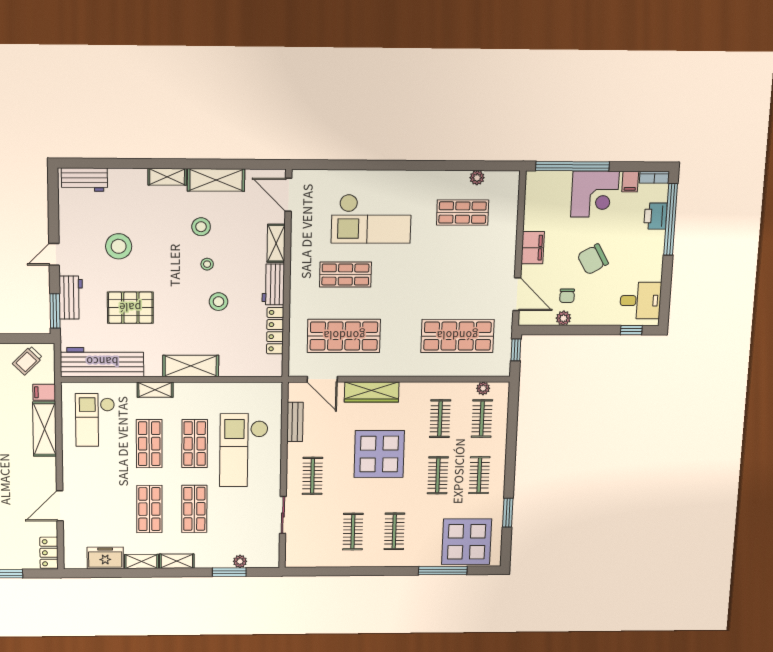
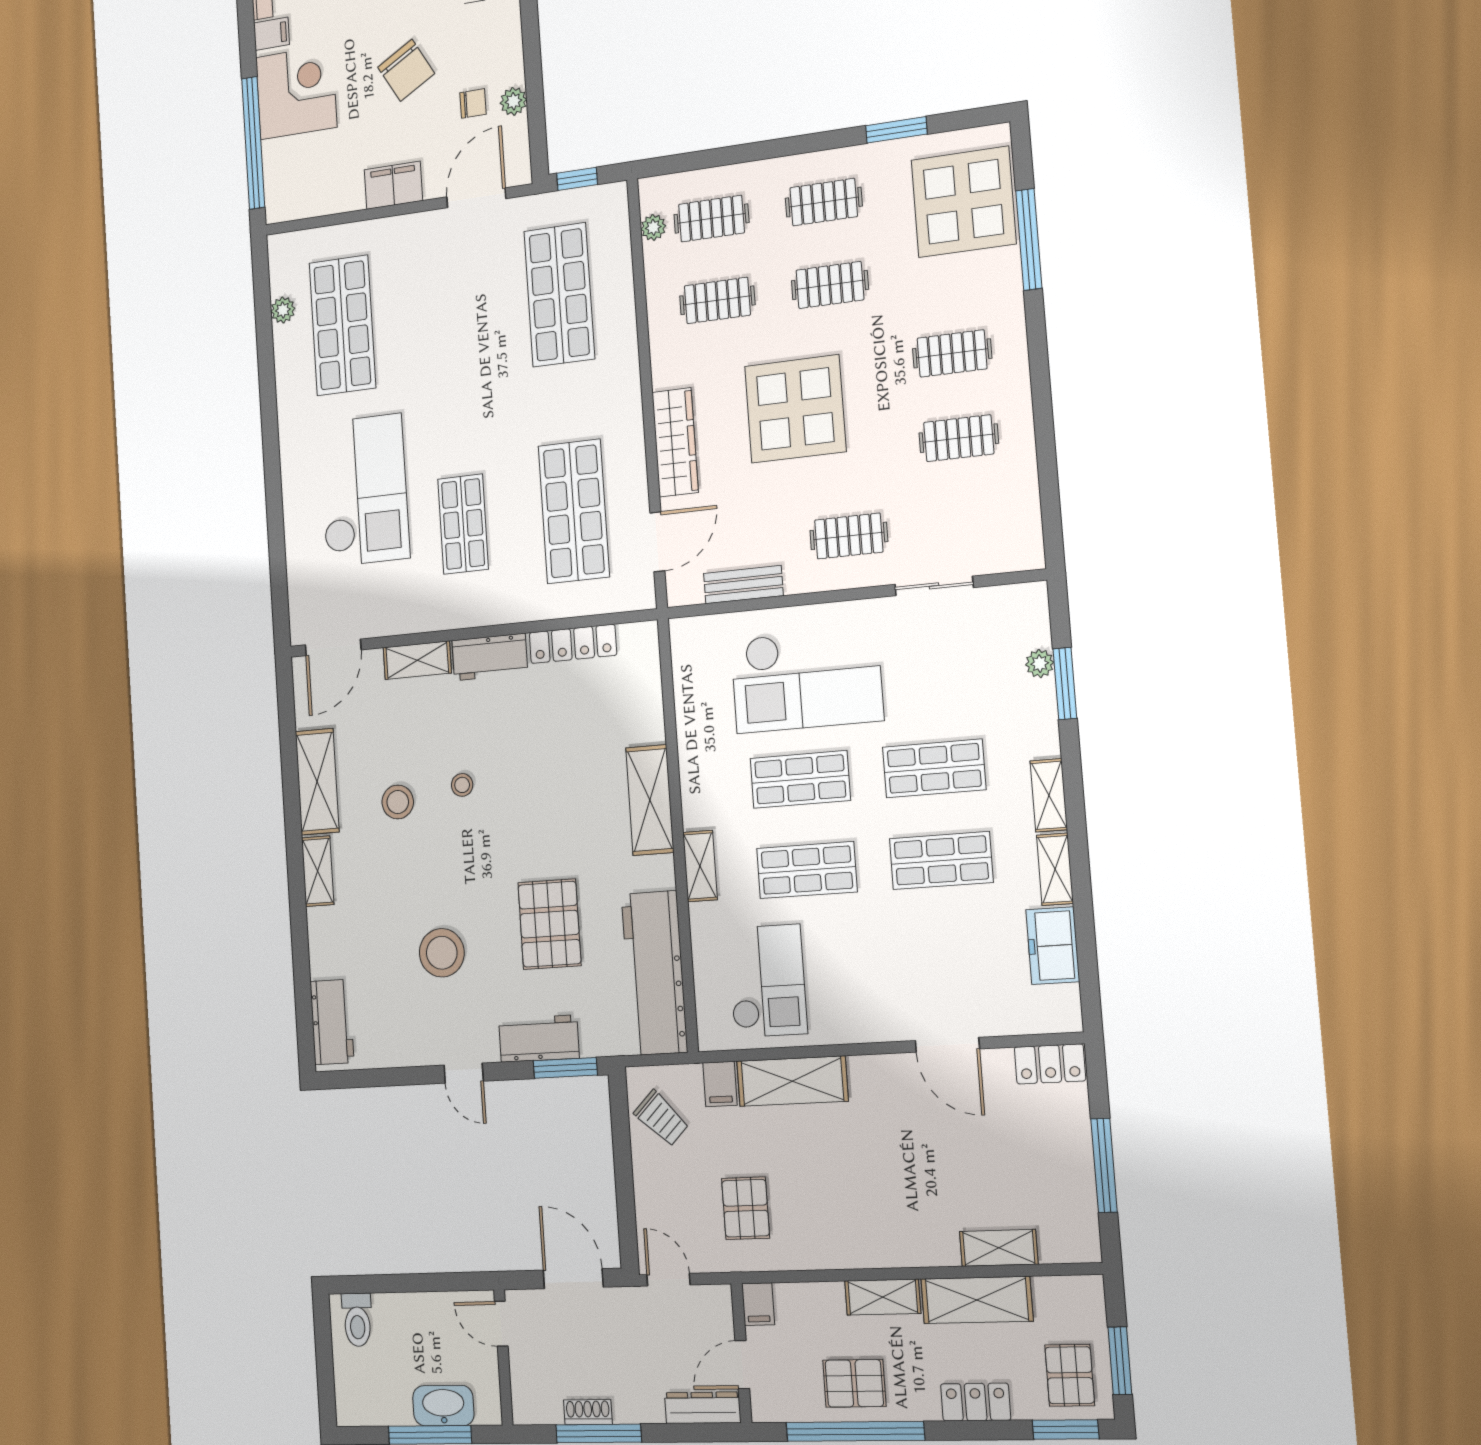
shop shelf: (463, 213) -> (342, 325), width x1.43, depth x1.36
stool: (218, 302) -> (527, 757), removed
checkout: (95, 420) -> (767, 981), turned -90

